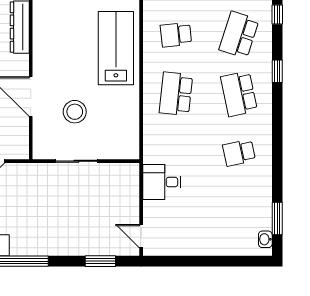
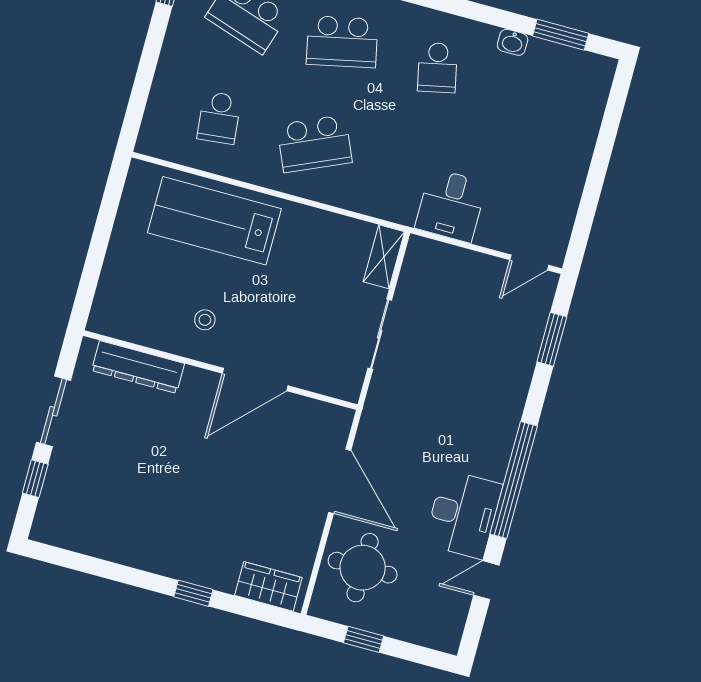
school desk: (176, 94) -> (314, 144), turned -30
stool: (75, 112) -> (205, 320), moved, width x0.53, depth x0.53
shelving: (122, 151) -> (384, 257), added
washbasin: (265, 239) -> (513, 42), moved

